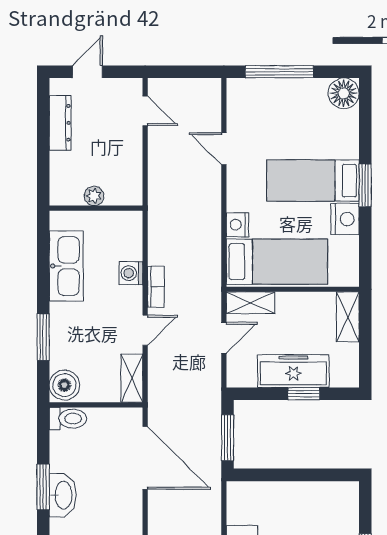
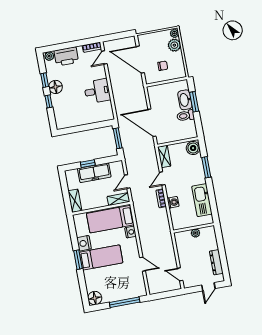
toilet: (68, 419) -> (186, 116), moved

